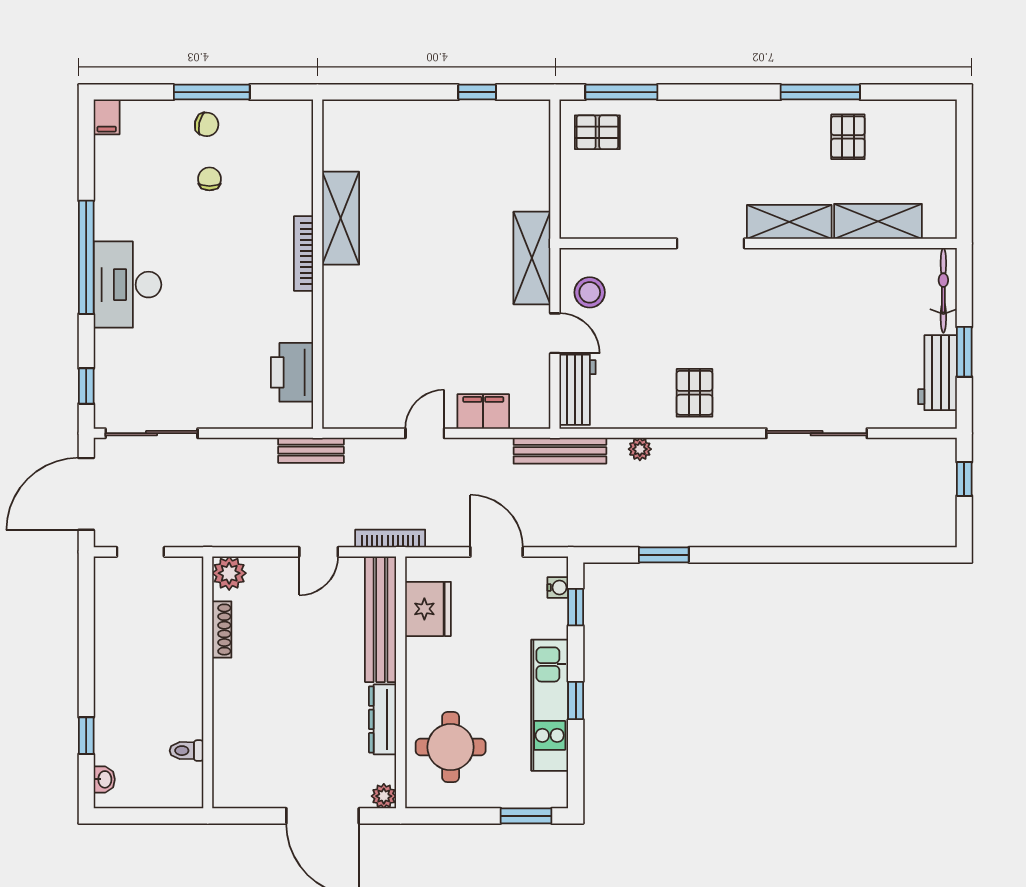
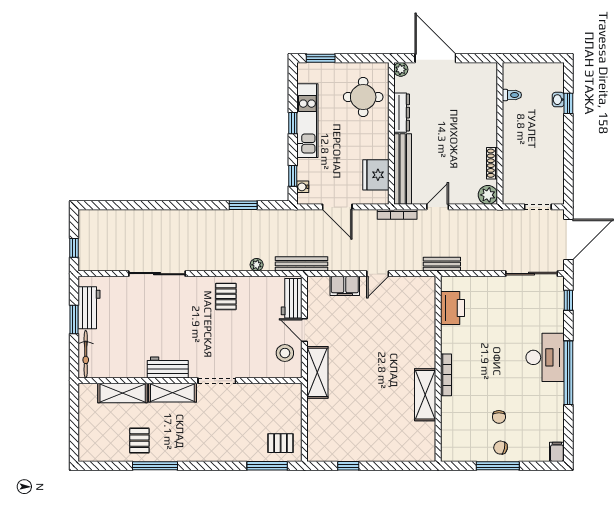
workbench: (798, 267) -> (168, 368), added
washbasin: (104, 779) -> (558, 100), moved

